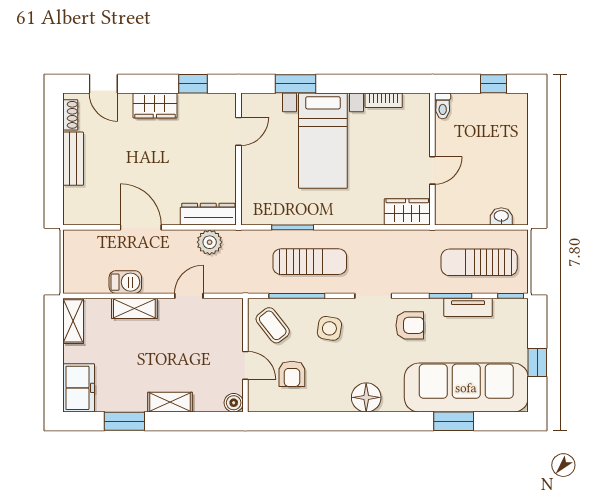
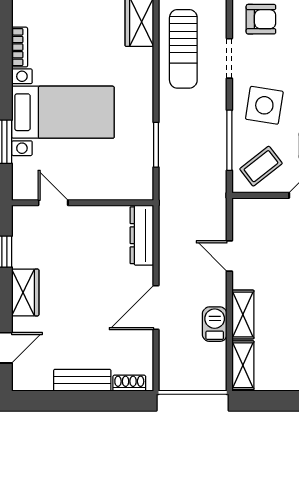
shoe rack: (70, 115) -> (129, 383), moved
plant: (210, 242) -> (172, 234), removed
sun lounger: (310, 262) -> (183, 49), moved, turned 180
shelving: (73, 321) -> (243, 365), moved, turned 90
armchair: (410, 325) -> (261, 19), turned 90
side table: (329, 328) -> (264, 105), width x1.37, depth x1.37

